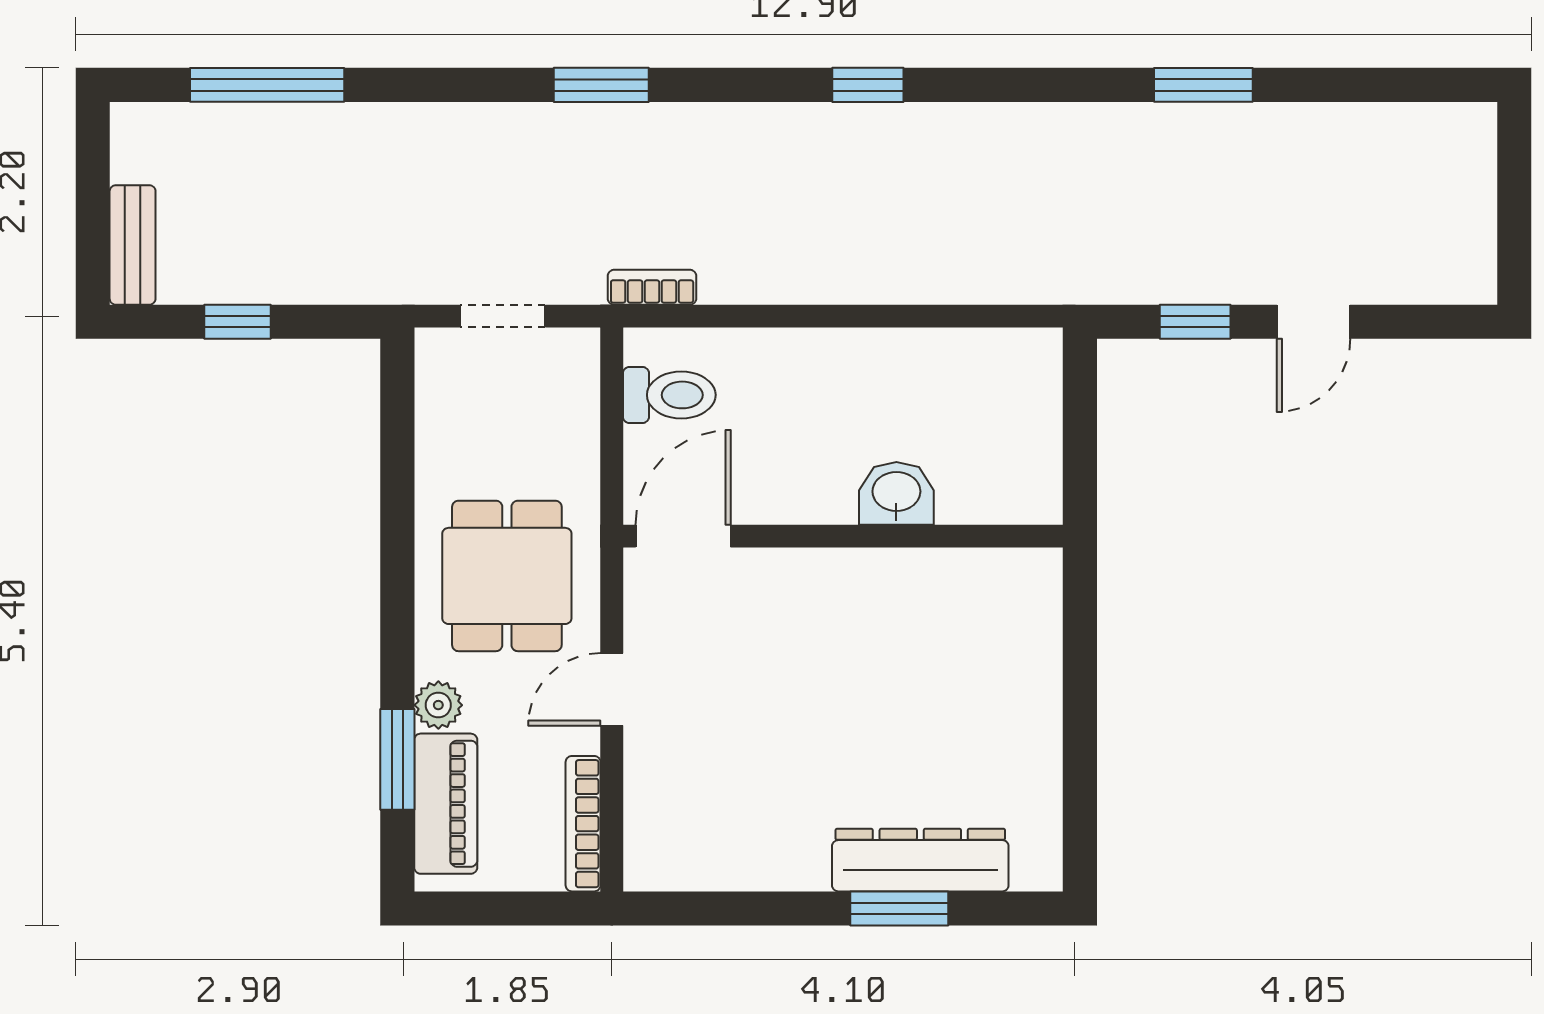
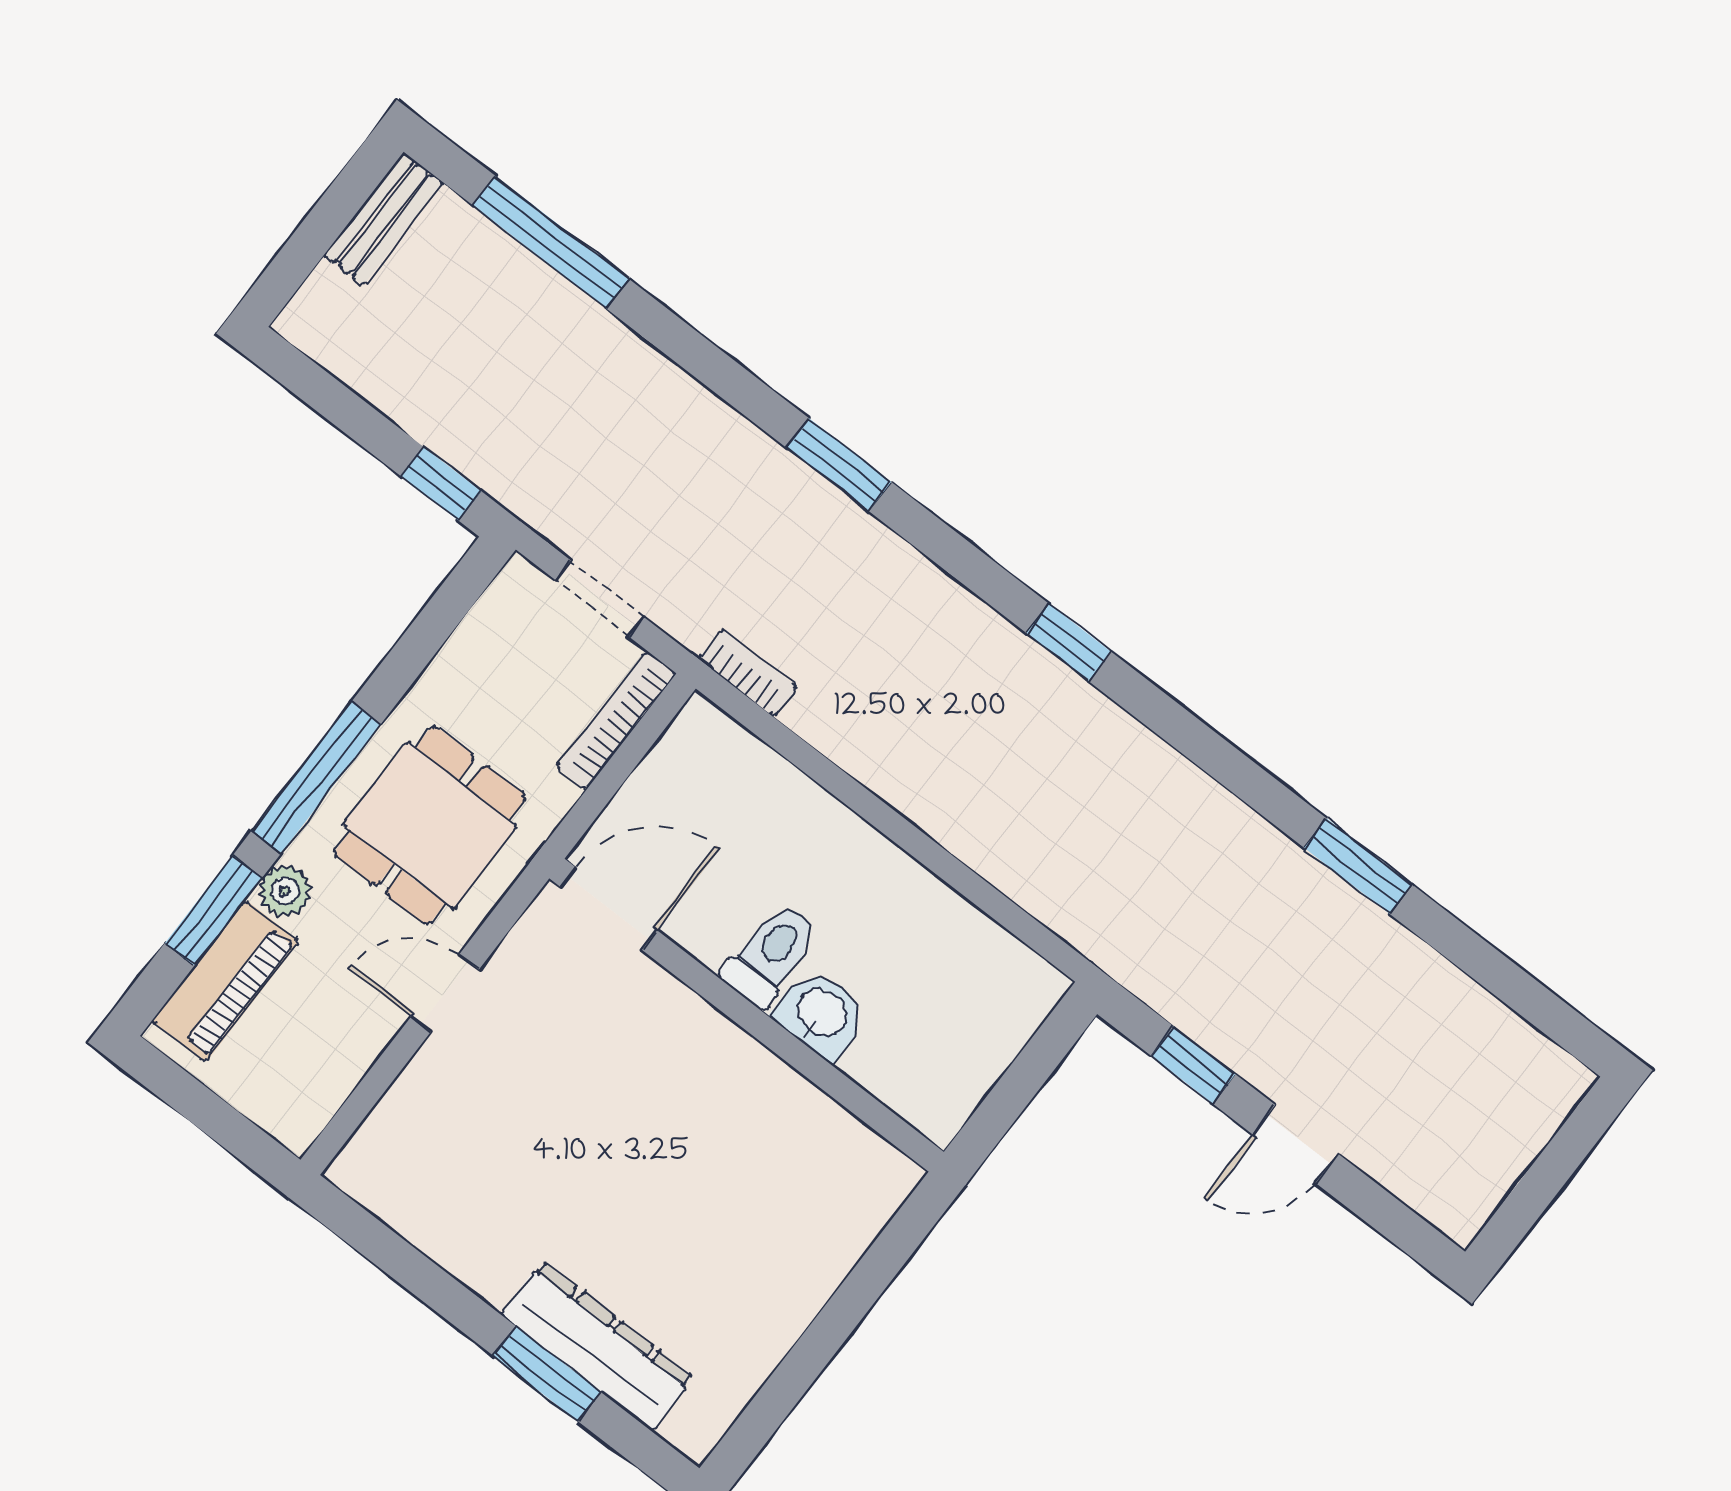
bench: (133, 245) -> (383, 219), moved
window: (238, 322) -> (441, 483), moved
toilet: (669, 395) -> (771, 955), moved, turned -90
window: (397, 605) -> (316, 777), added
bookcase: (583, 824) -> (616, 720), moved

